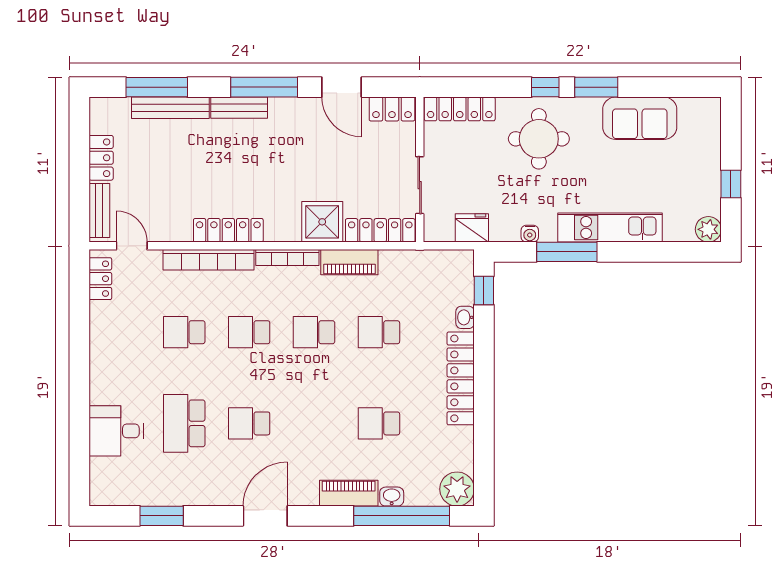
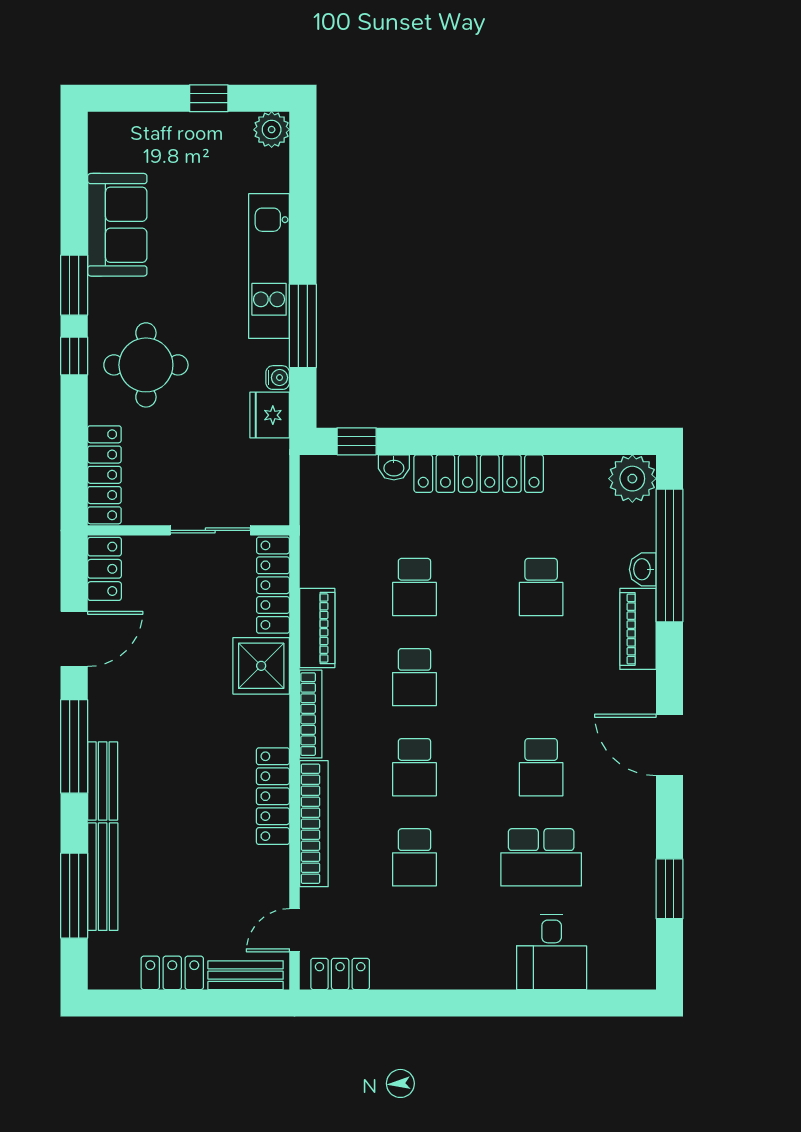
fridge: (472, 228) -> (270, 415), moved

